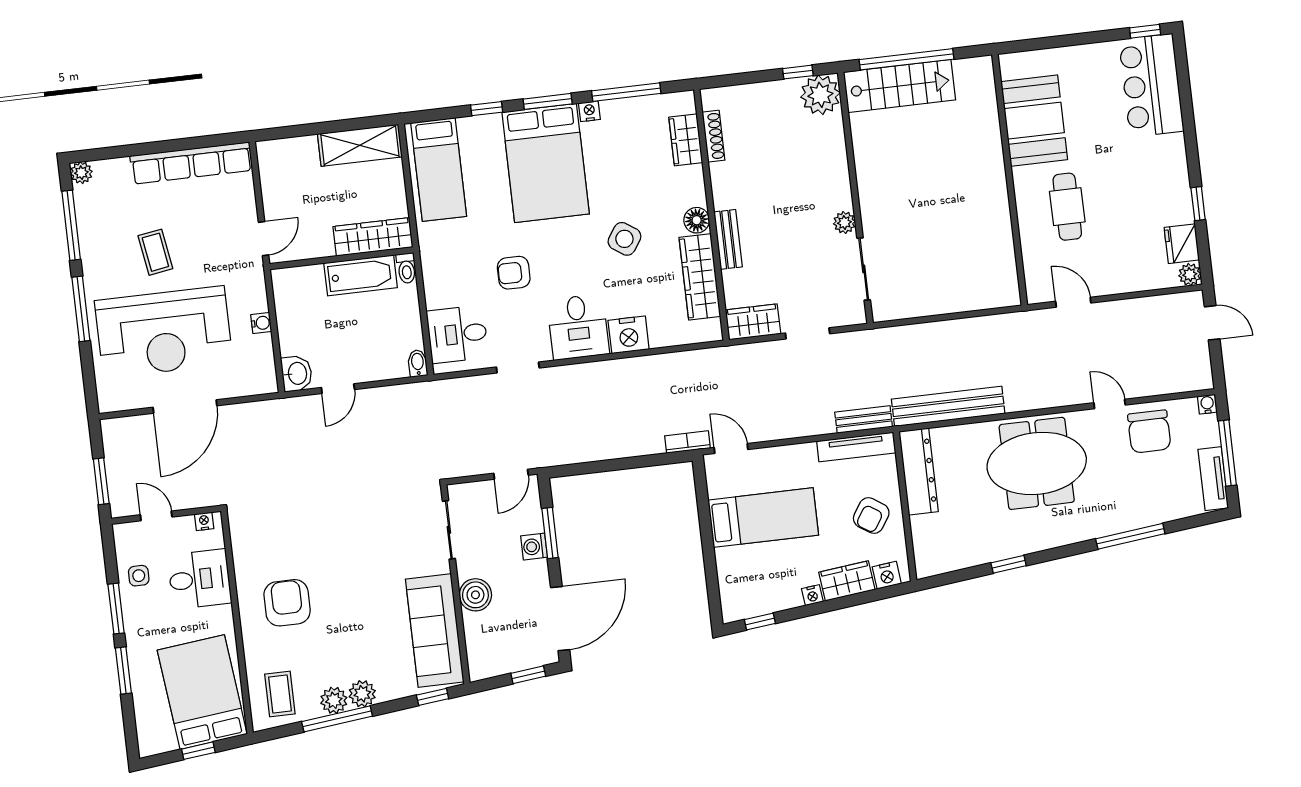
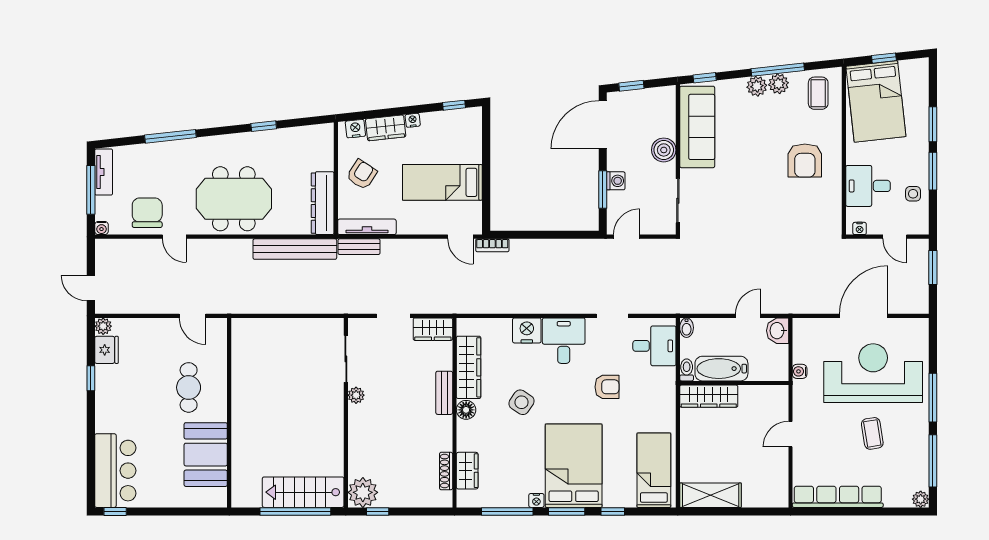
wardrobe: (373, 237) -> (709, 396), moved
wall: (341, 258) -> (734, 383), moved
toilet: (406, 268) -> (687, 370), moved
bathtub: (361, 275) -> (721, 369), moved

